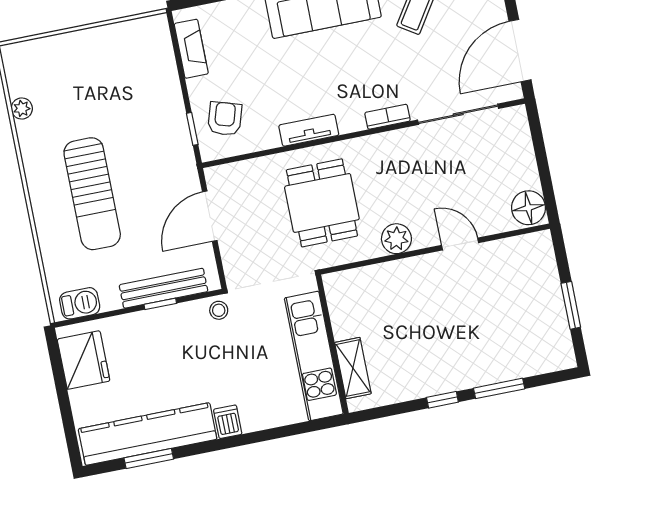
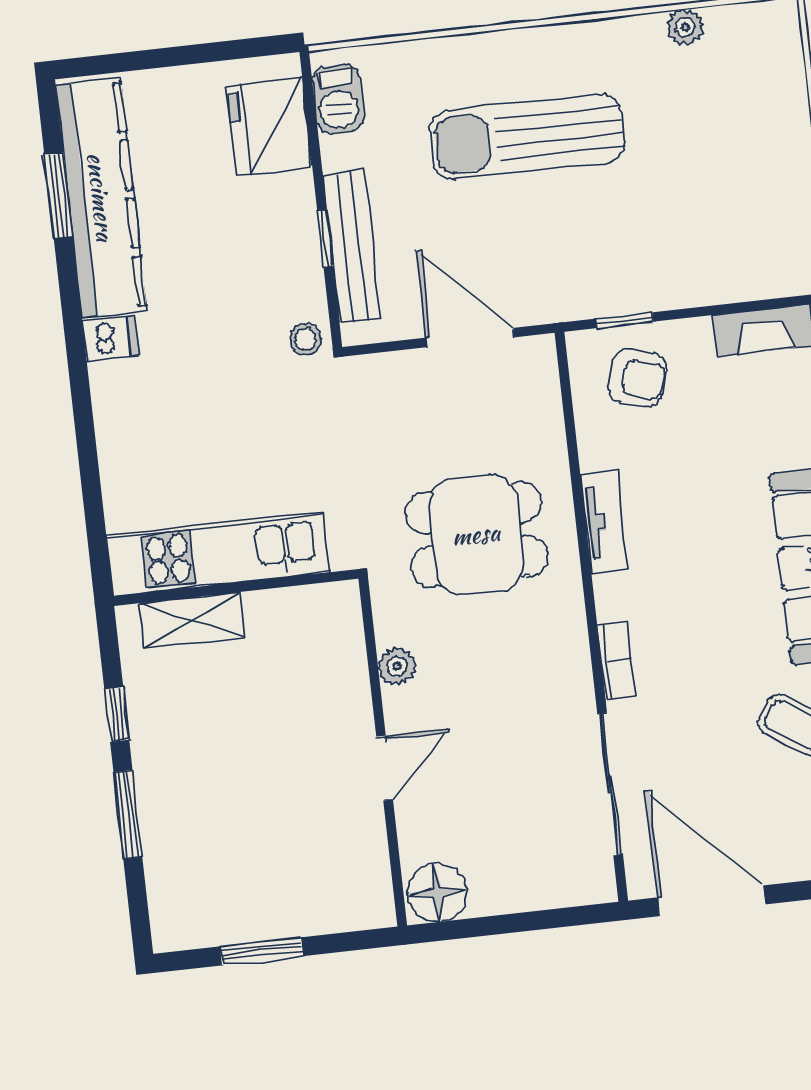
plant: (396, 239) -> (397, 666), width x0.73, depth x0.73
wall: (332, 344) -> (236, 588), moved
kitchen unit: (314, 356) -> (218, 554), moved
fridge: (84, 360) -> (270, 127), moved, turned 90
shelving: (353, 368) -> (191, 620), moved

